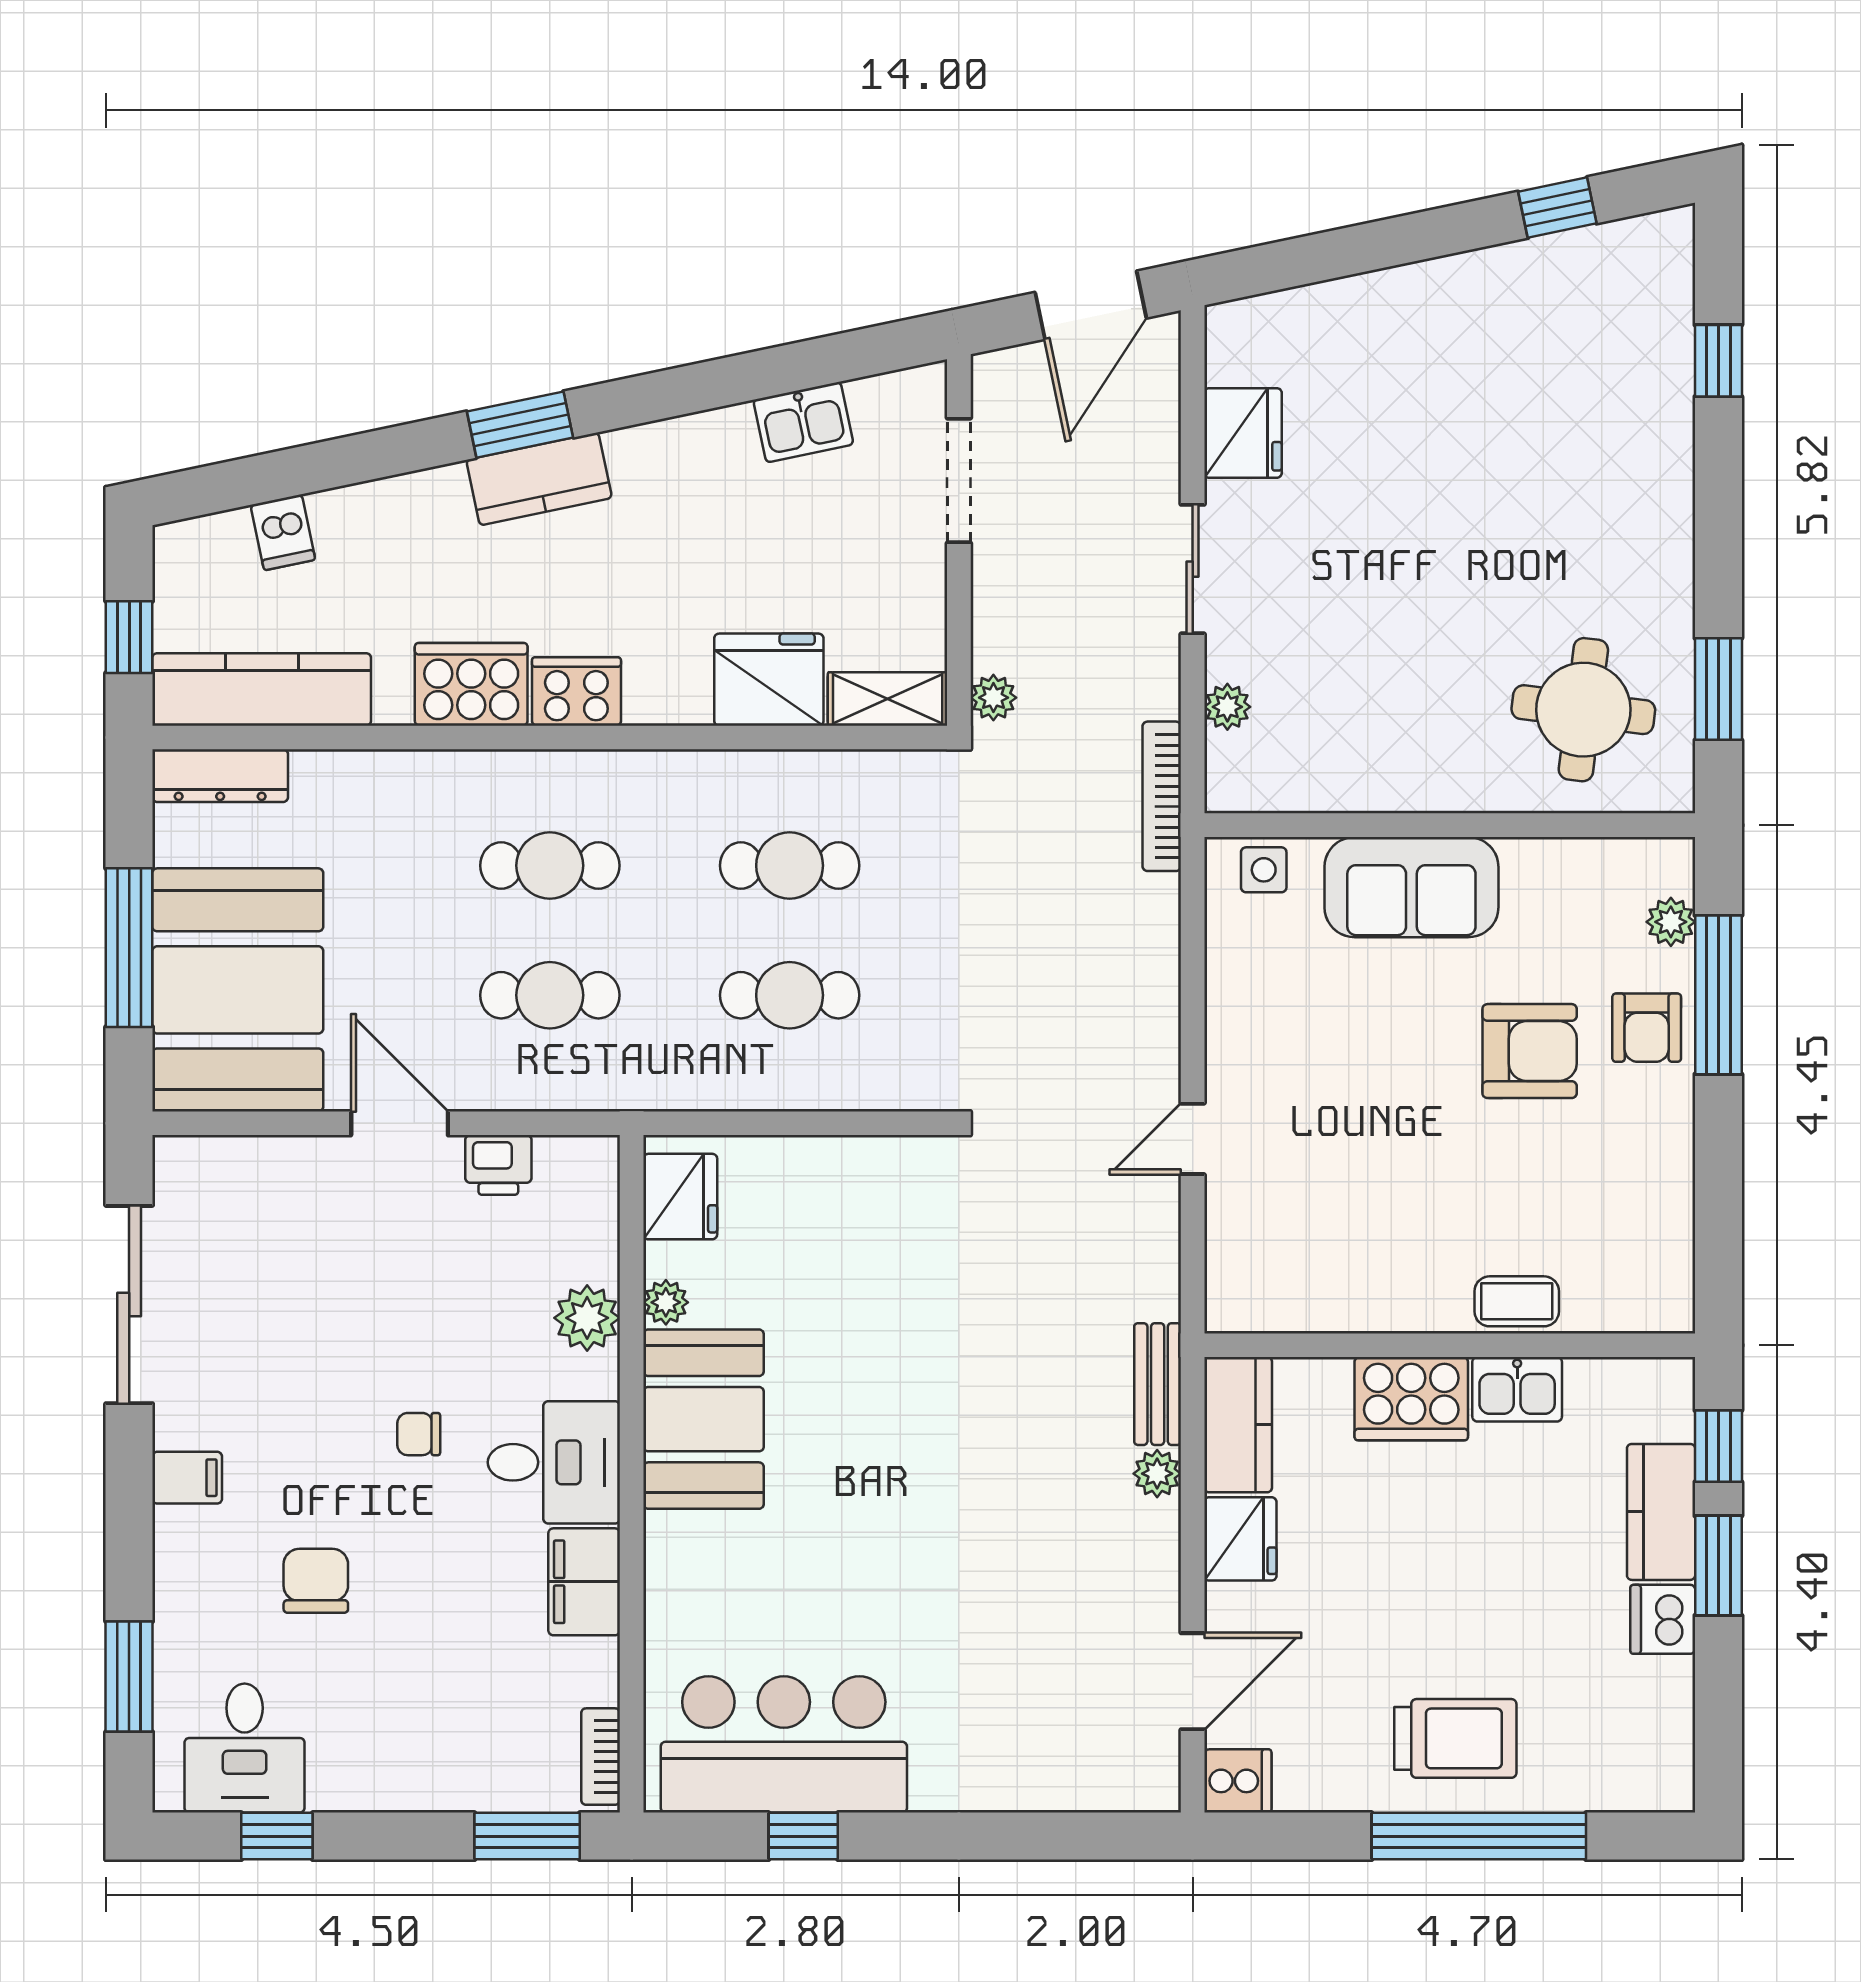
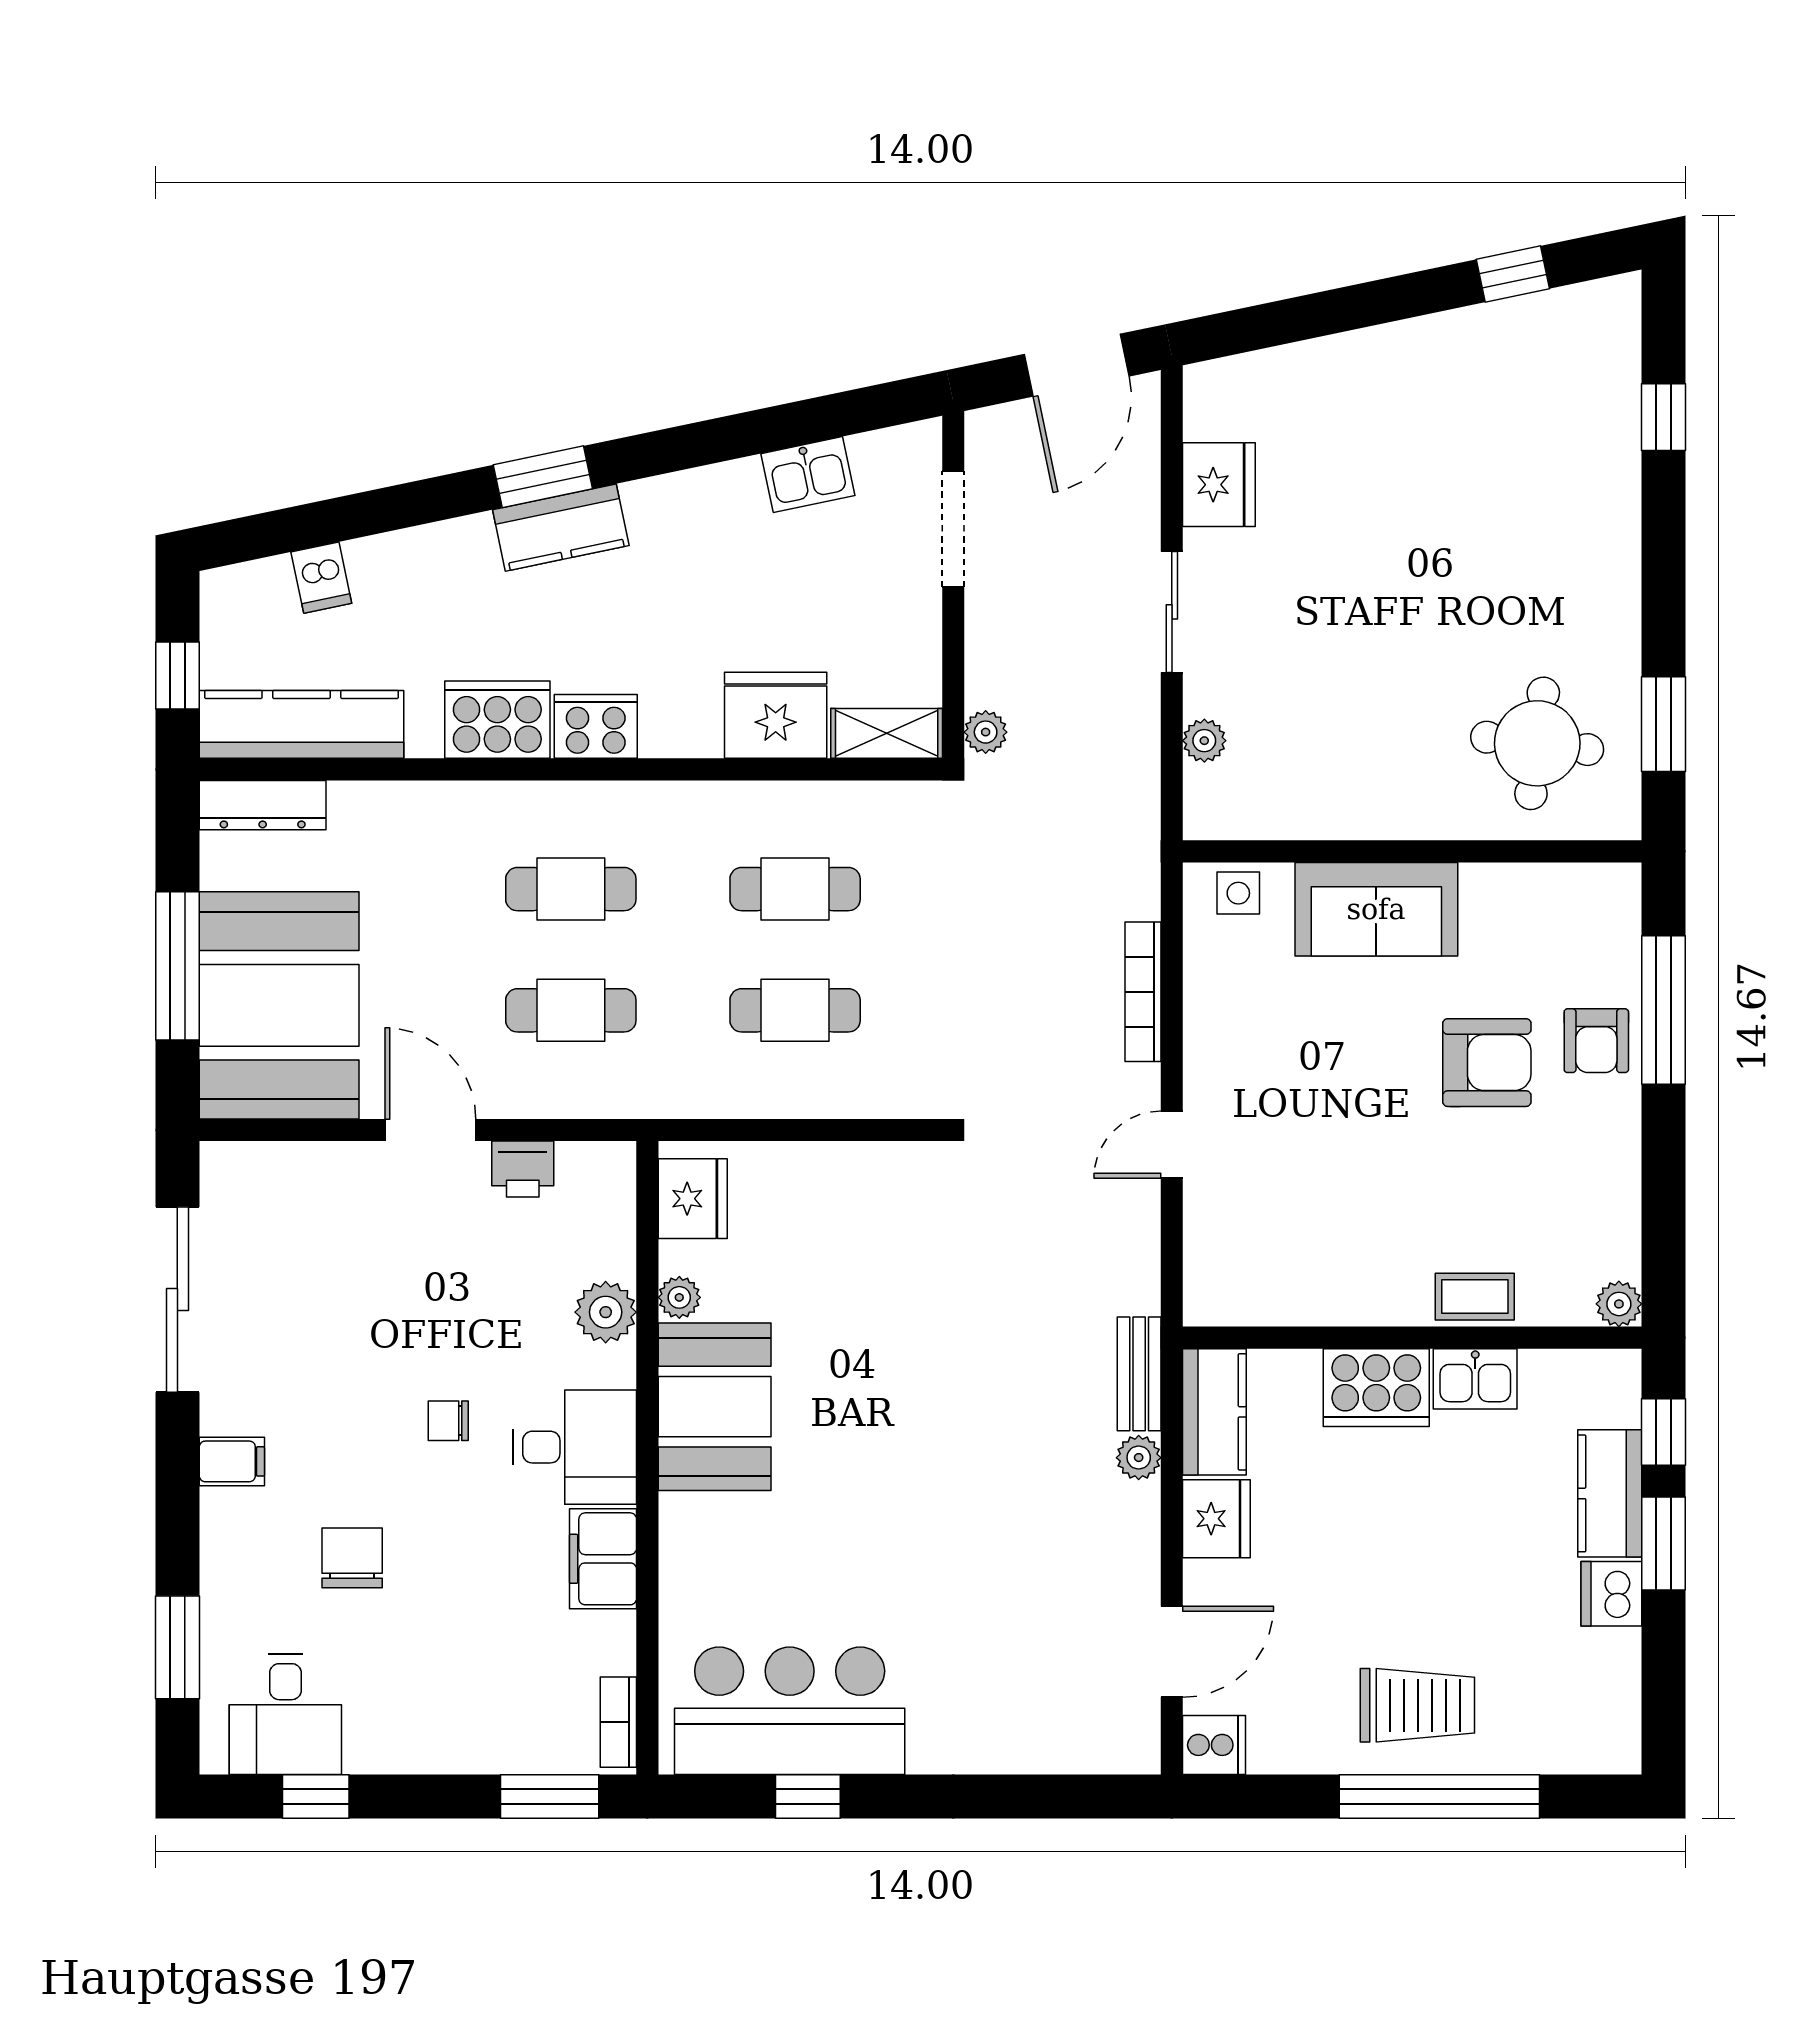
bookcase: (1162, 796) -> (1143, 992), moved
plant: (1671, 922) -> (1619, 1304), moved

